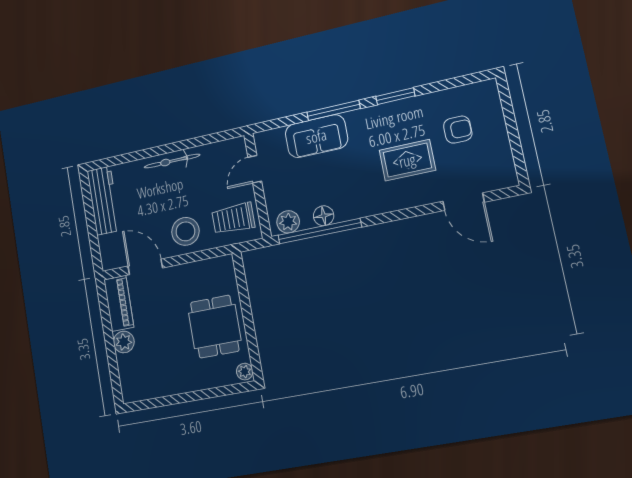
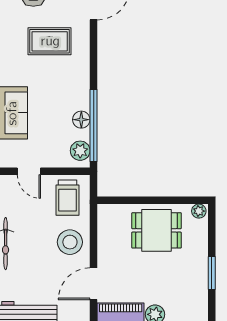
rug: (407, 160) -> (50, 41), turned 90
window: (179, 399) -> (212, 273), added

